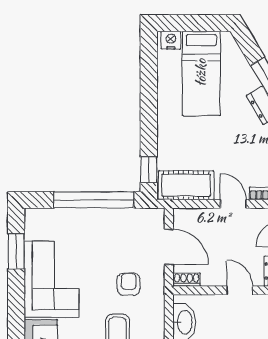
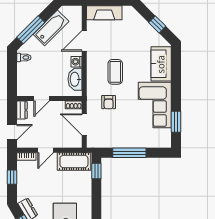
window: (94, 200) -> (129, 153), width x0.68
door: (233, 204) -> (46, 150), hinge flipped
door: (240, 290) -> (42, 98), hinge flipped

